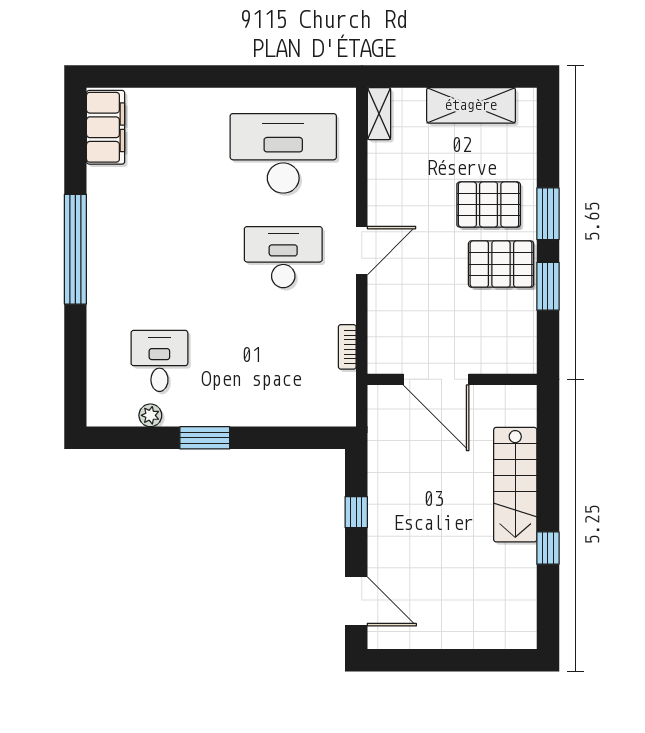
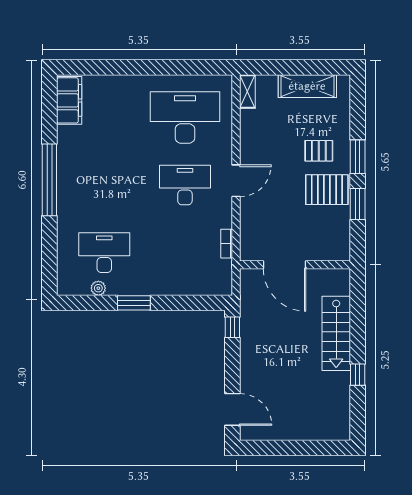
pallet: (489, 205) -> (319, 151), width x0.67, depth x0.71
desk: (159, 361) -> (104, 253), width x1.37
window: (356, 512) -> (232, 327), moved

